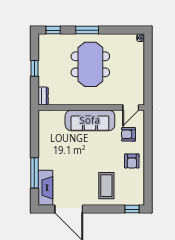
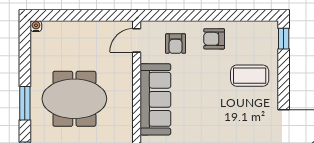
door: (131, 107) -> (137, 40), swing flipped
armchair: (132, 161) -> (214, 39), turned 180

